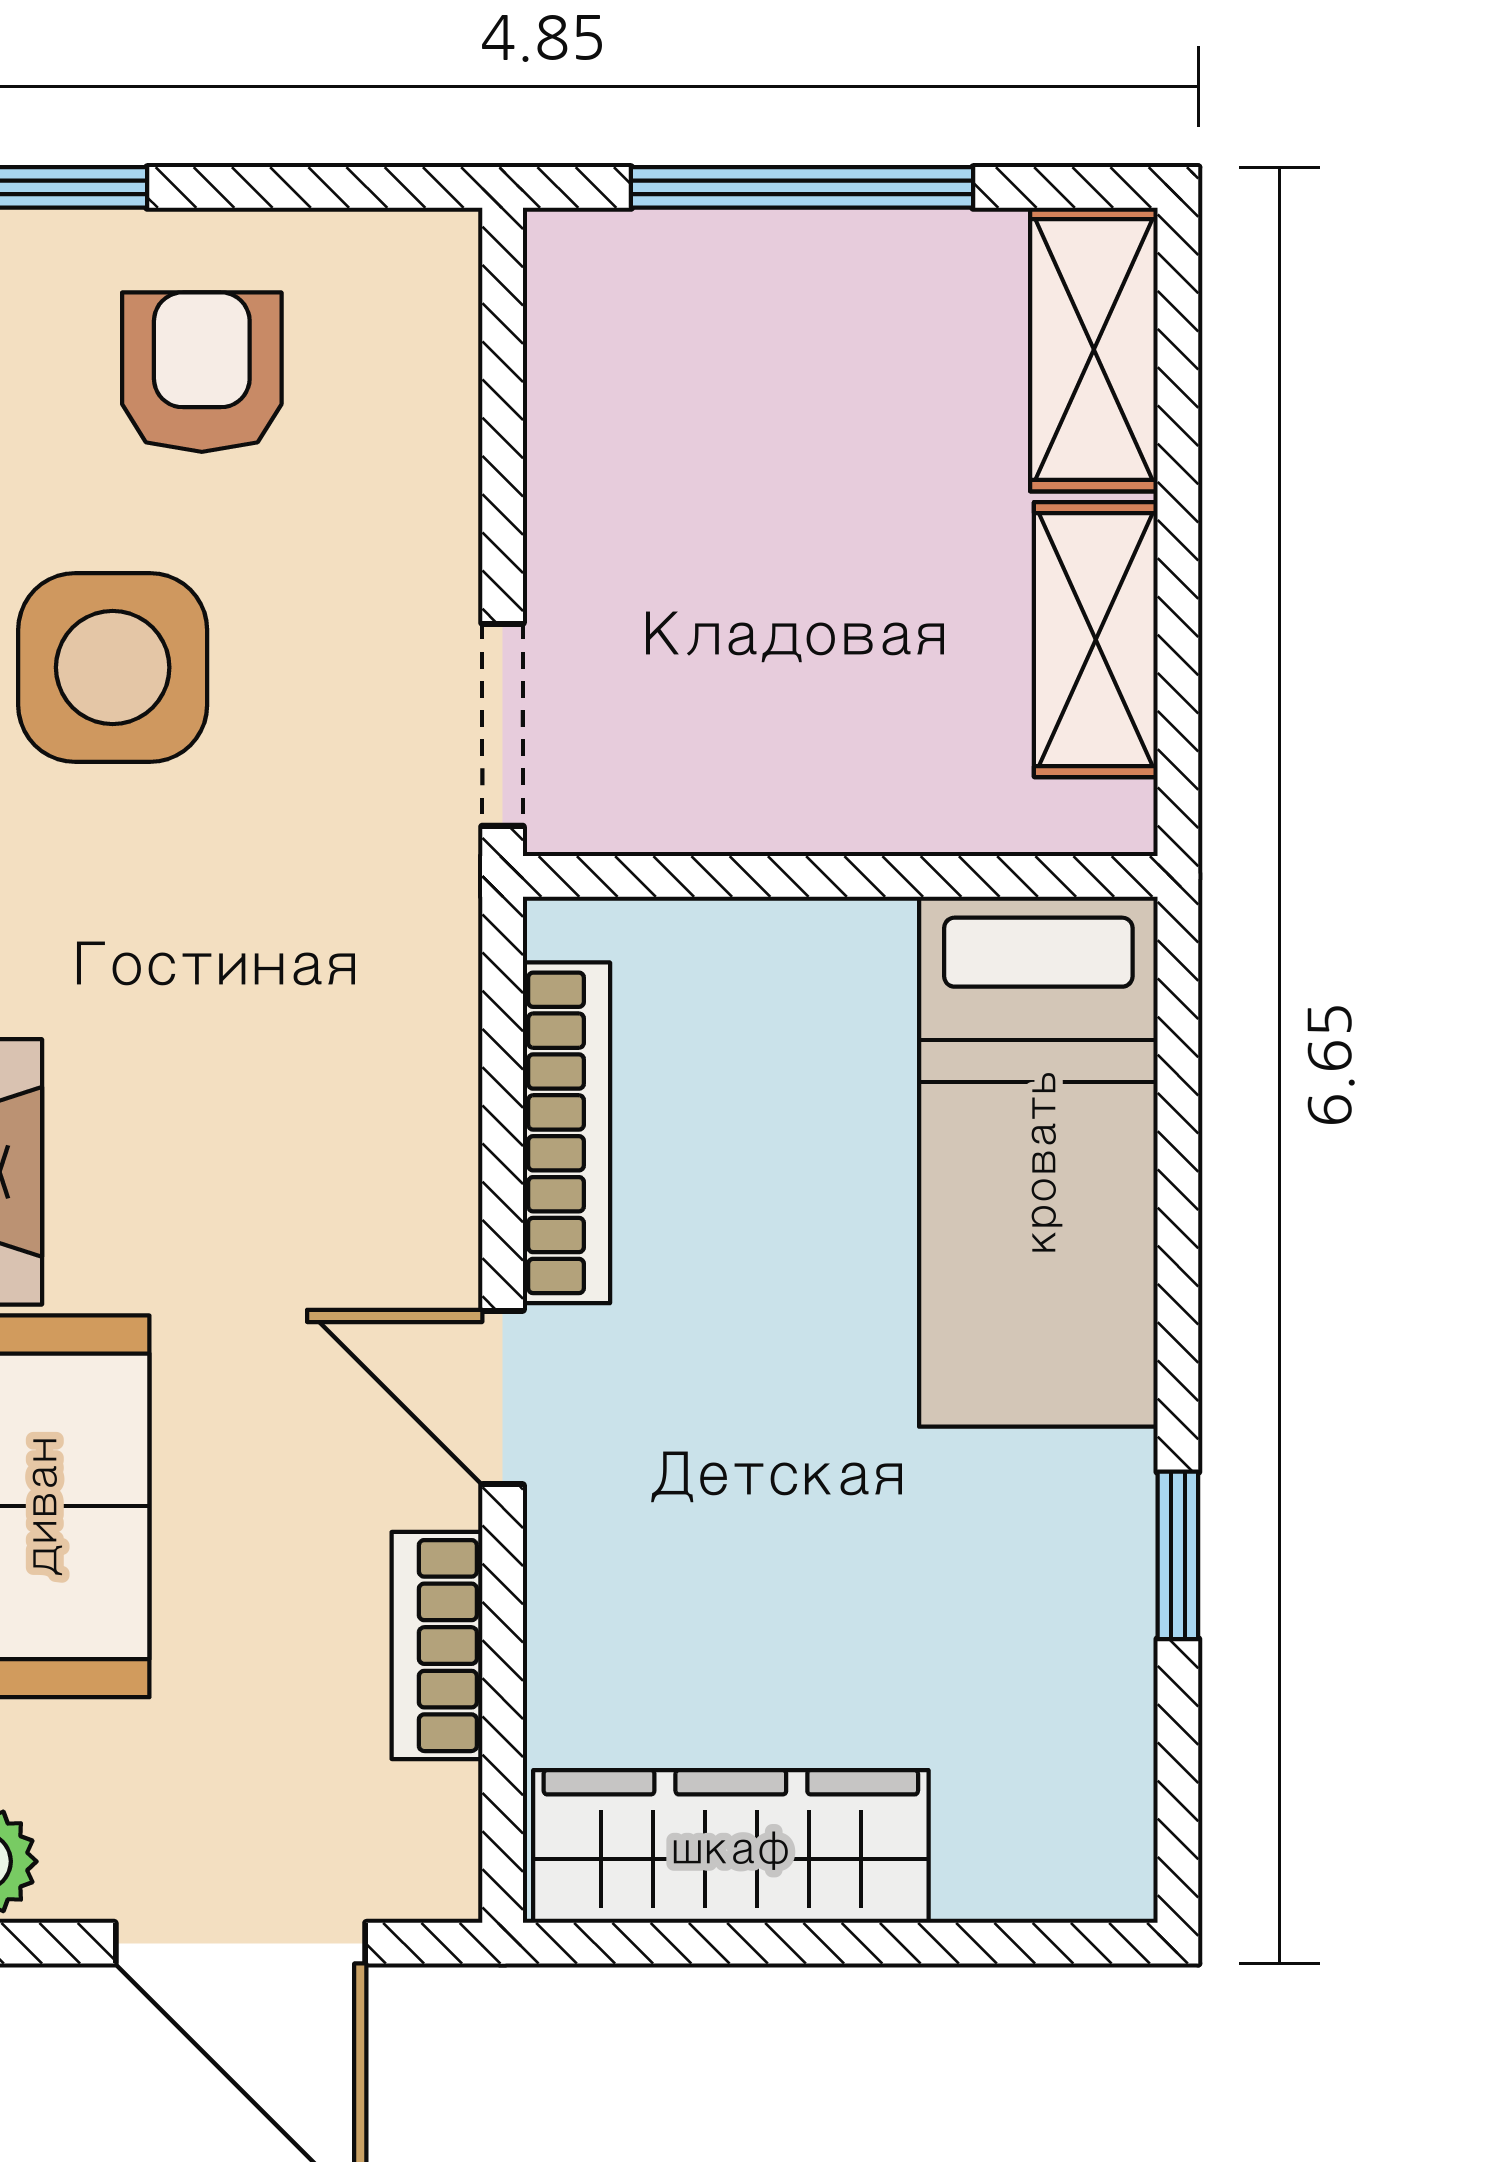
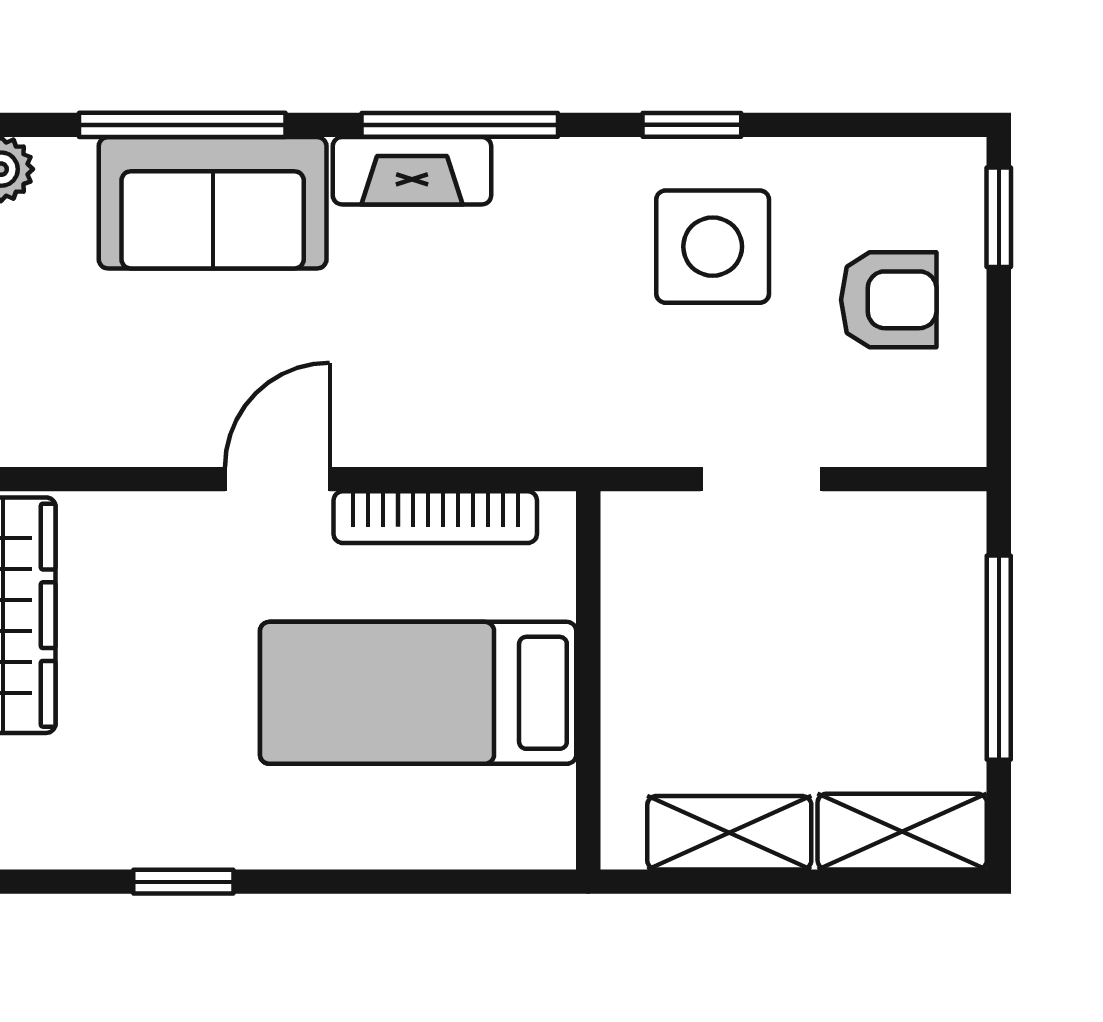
doorway: (503, 725) -> (761, 479), moved
bed: (1038, 1162) -> (418, 693), moved
bookcase: (437, 1646) -> (130, 440), removed

